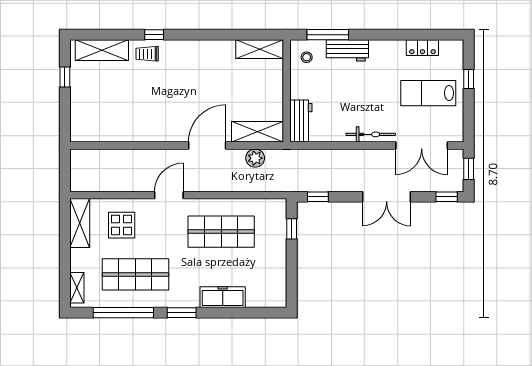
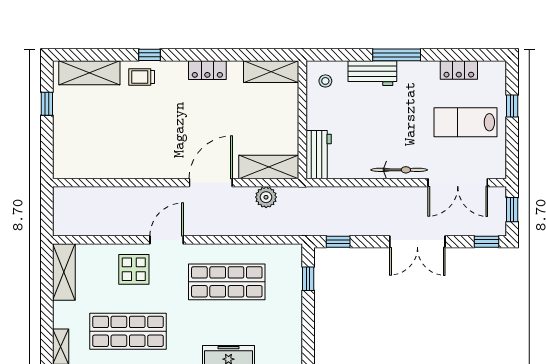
window: (328, 35) -> (397, 55), moved
locker: (204, 48) -> (207, 70), added
display table: (122, 225) -> (134, 269), moved

